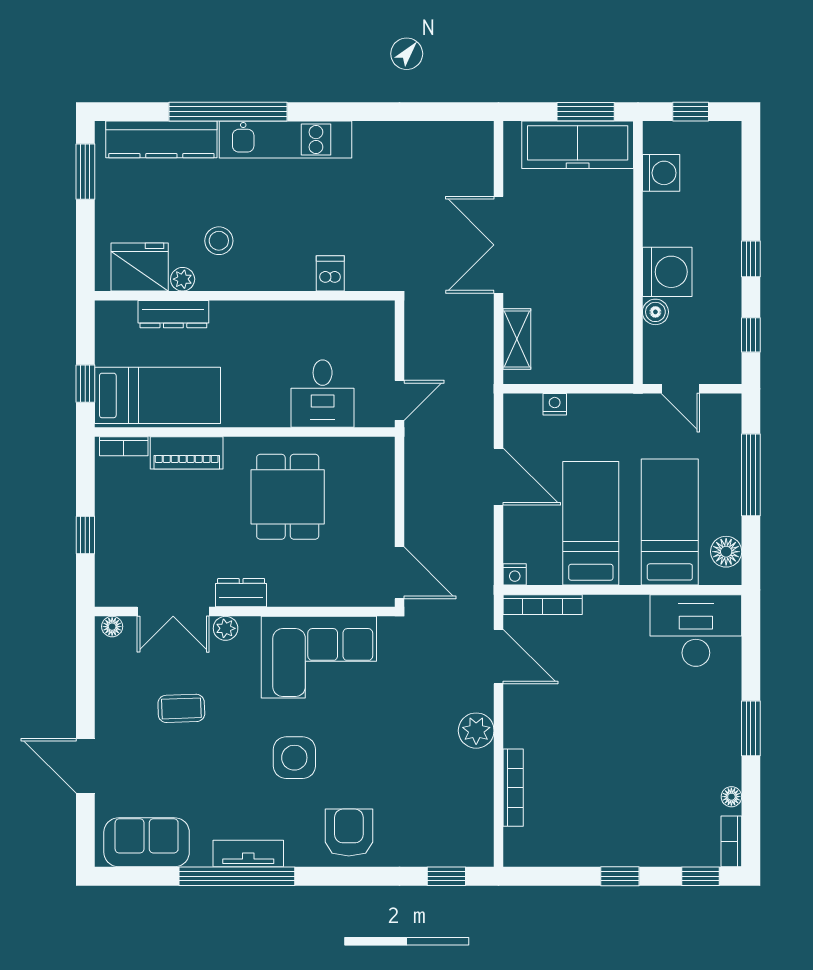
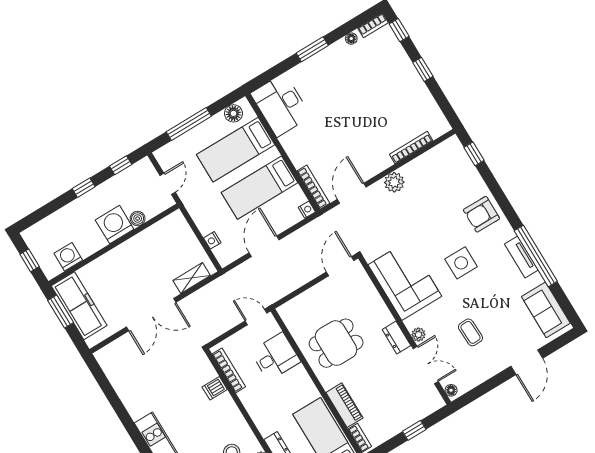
bookcase: (344, 311) -> (229, 370), added

